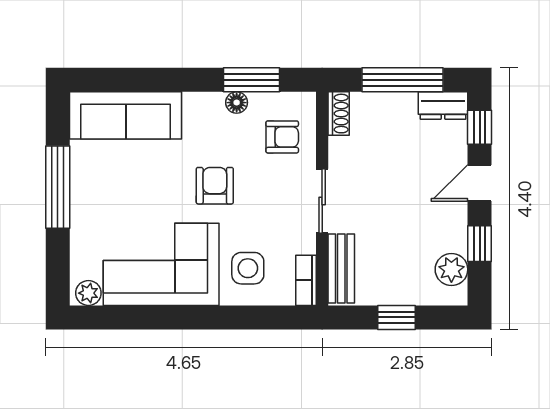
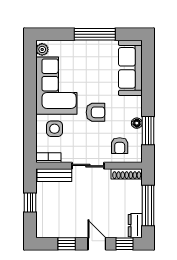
shoe rack: (339, 114) -> (127, 174), width x1.43
plant: (451, 269) -> (54, 230), removed

